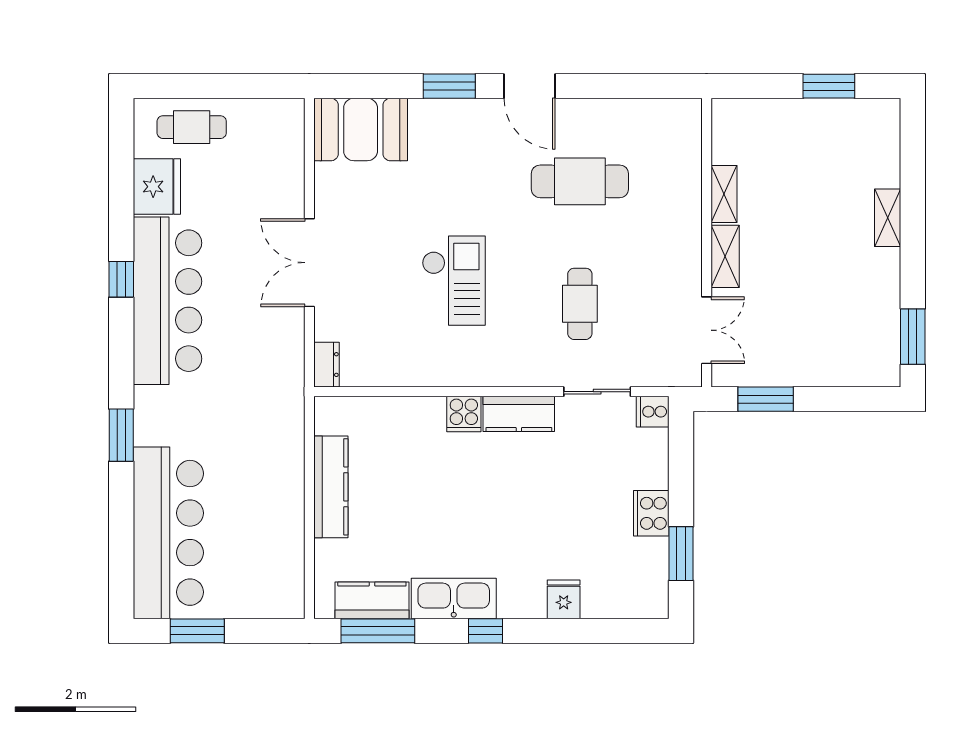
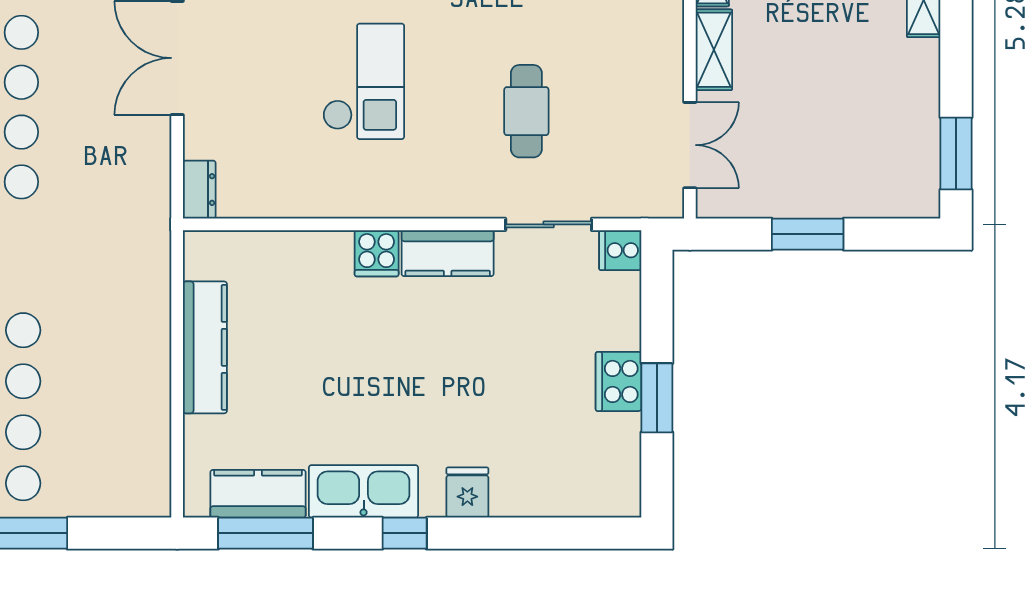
window: (766, 399) -> (808, 234), moved
window: (681, 554) -> (657, 398), moved
fridge: (564, 599) -> (467, 492), moved

